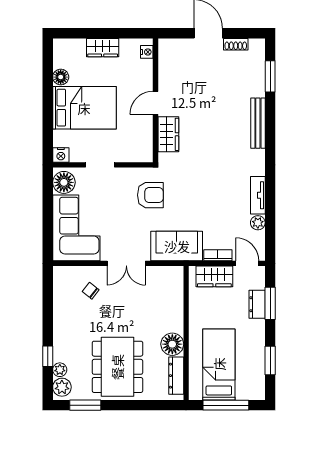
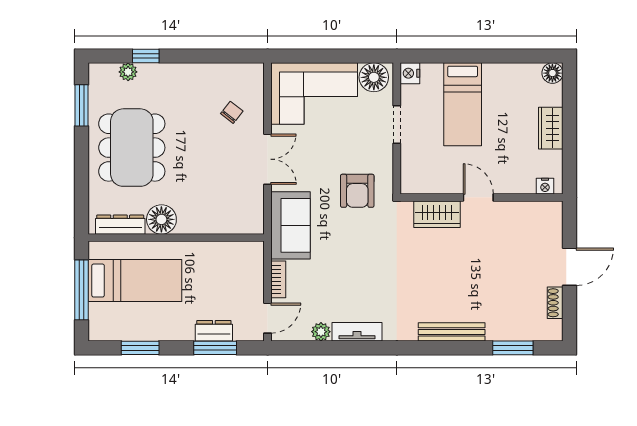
floor lamp: (61, 77) -> (552, 73), moved
bed: (84, 108) -> (463, 104), width x0.67
double door: (126, 263) -> (268, 159), swing flipped
wardrobe: (214, 276) -> (250, 275), removed
dining table: (117, 367) -> (132, 148), turned 90
plant: (62, 387) -> (105, 75), removed

